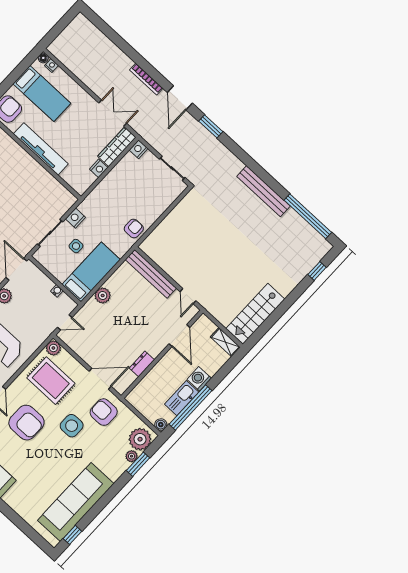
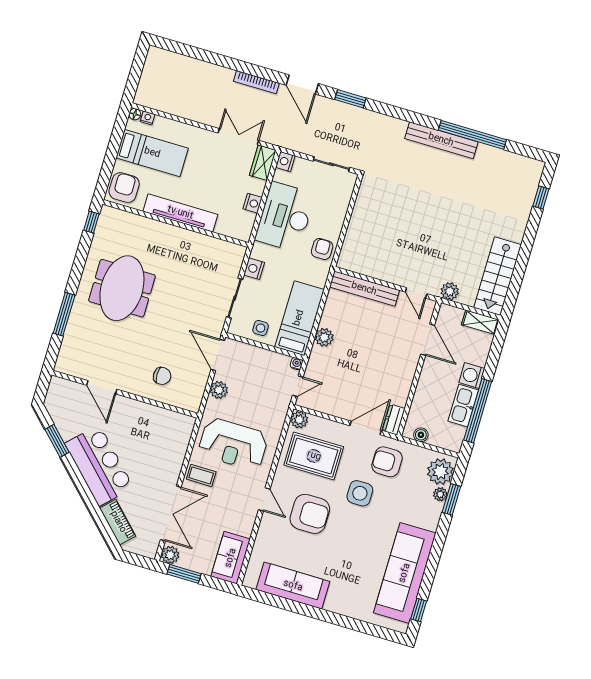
wardrobe: (117, 147) -> (263, 163), width x0.67
desk: (118, 191) -> (285, 217), added
window: (308, 216) -> (472, 135), moved
side table: (76, 246) -> (261, 328), moved
water cooler: (57, 291) -> (296, 364), moved
plant: (214, 307) -> (450, 291), added
dresser: (142, 364) -> (394, 420), moved
boiler: (161, 425) -> (421, 435), moved

